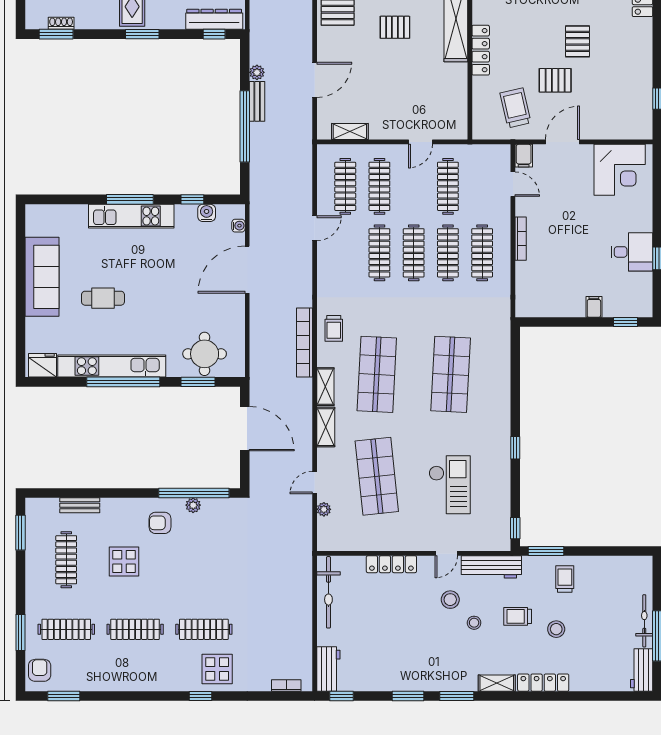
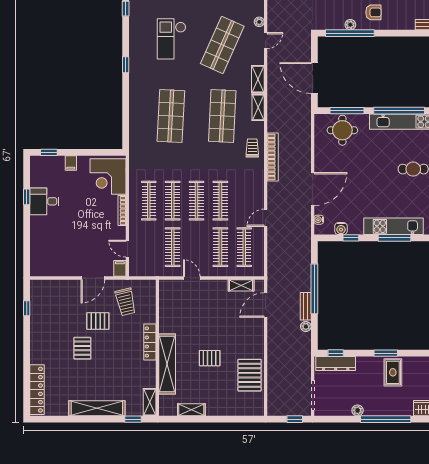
door: (315, 80) -> (266, 305), moved
door: (421, 142) -> (192, 278), hinge flipped
corner desk: (620, 170) -> (108, 177), moved, turned -90
bookcase: (304, 342) -> (273, 157), moved
window: (198, 382) -> (347, 111), width x1.44
shop shelf: (377, 476) -> (222, 45), turned 30

